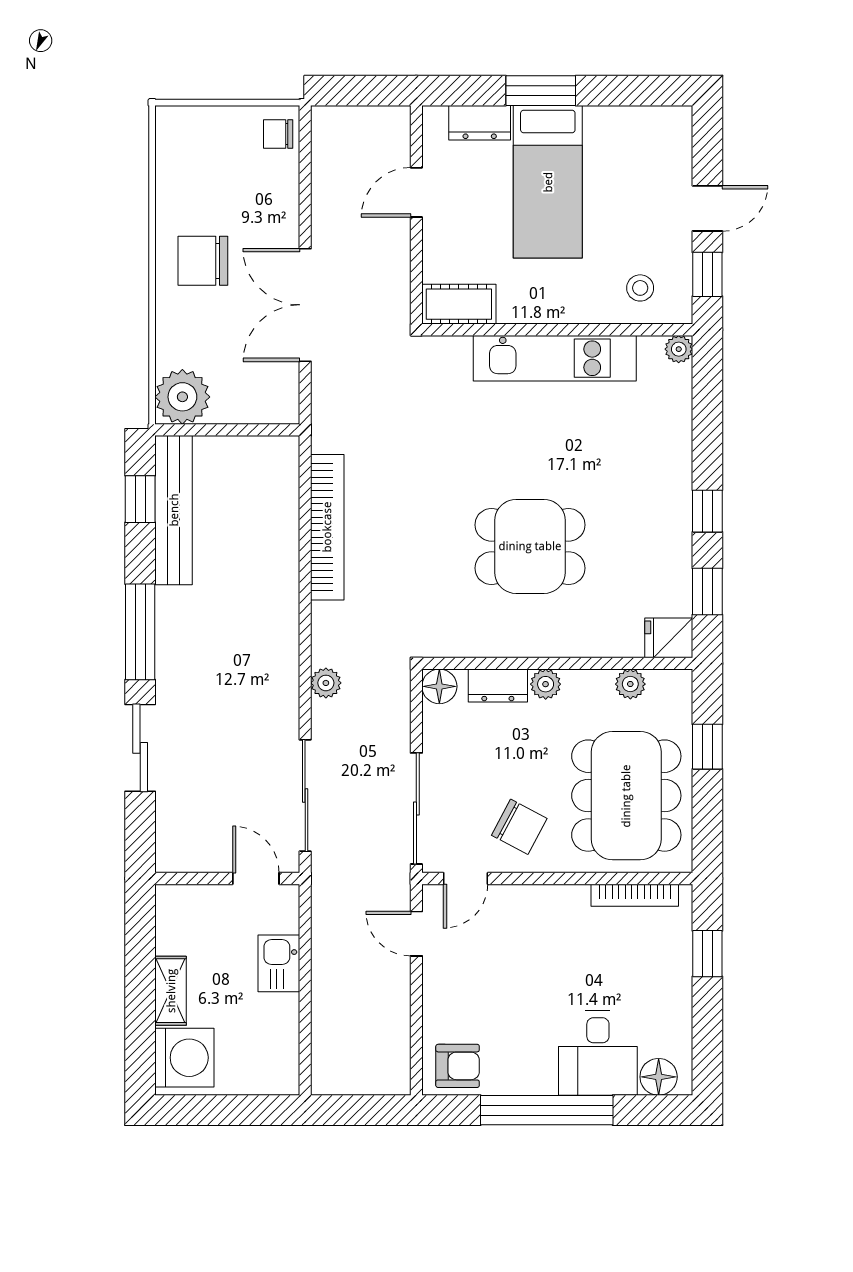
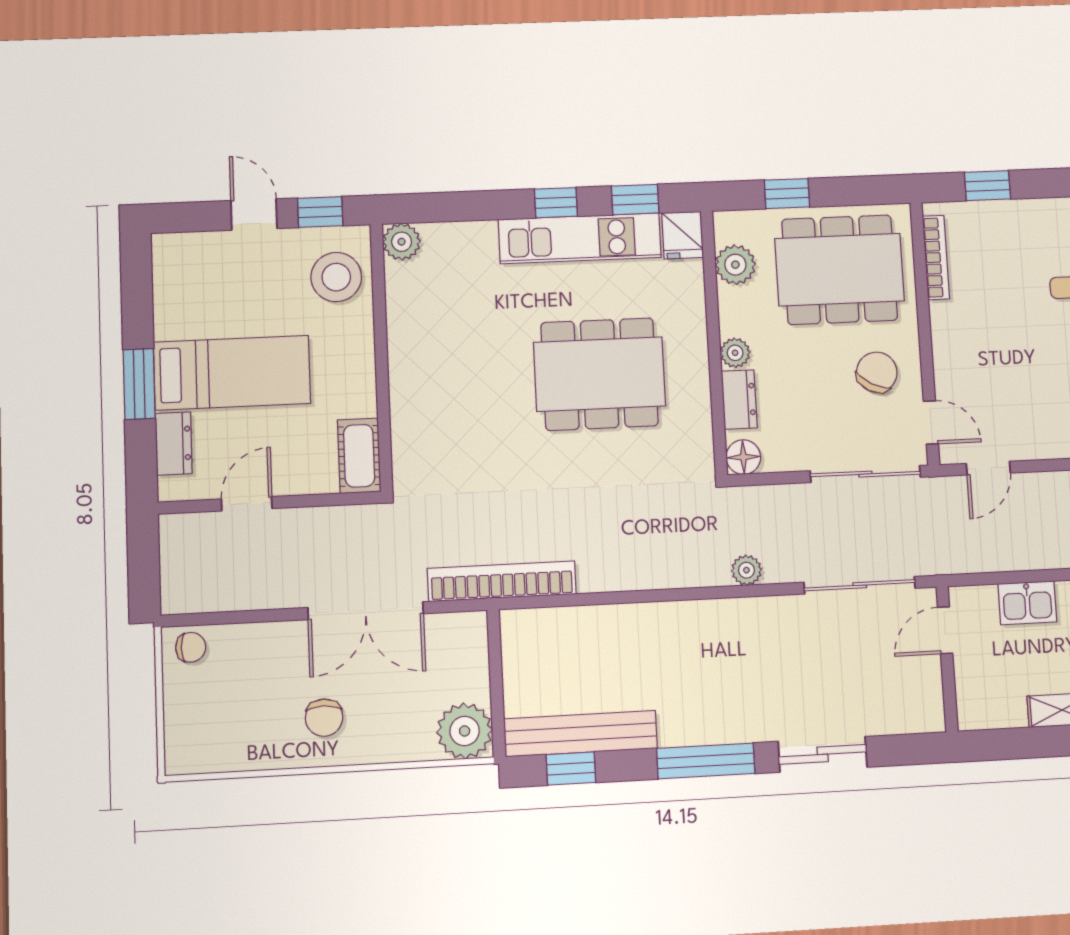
chair: (278, 134) -> (191, 647), turned -90
door: (416, 192) -> (247, 504), swing flipped
chair: (203, 261) -> (324, 718), width x0.73, depth x0.73
stool: (640, 288) -> (336, 277), width x1.89, depth x1.89
plant: (679, 349) -> (402, 242), width x1.38, depth x1.38
kitchen unit: (555, 358) -> (580, 238), moved, turned 90
bookcase: (327, 527) -> (502, 581), moved
dining table: (530, 546) -> (599, 374), width x1.38
plant: (630, 684) -> (735, 265), width x1.38, depth x1.38

